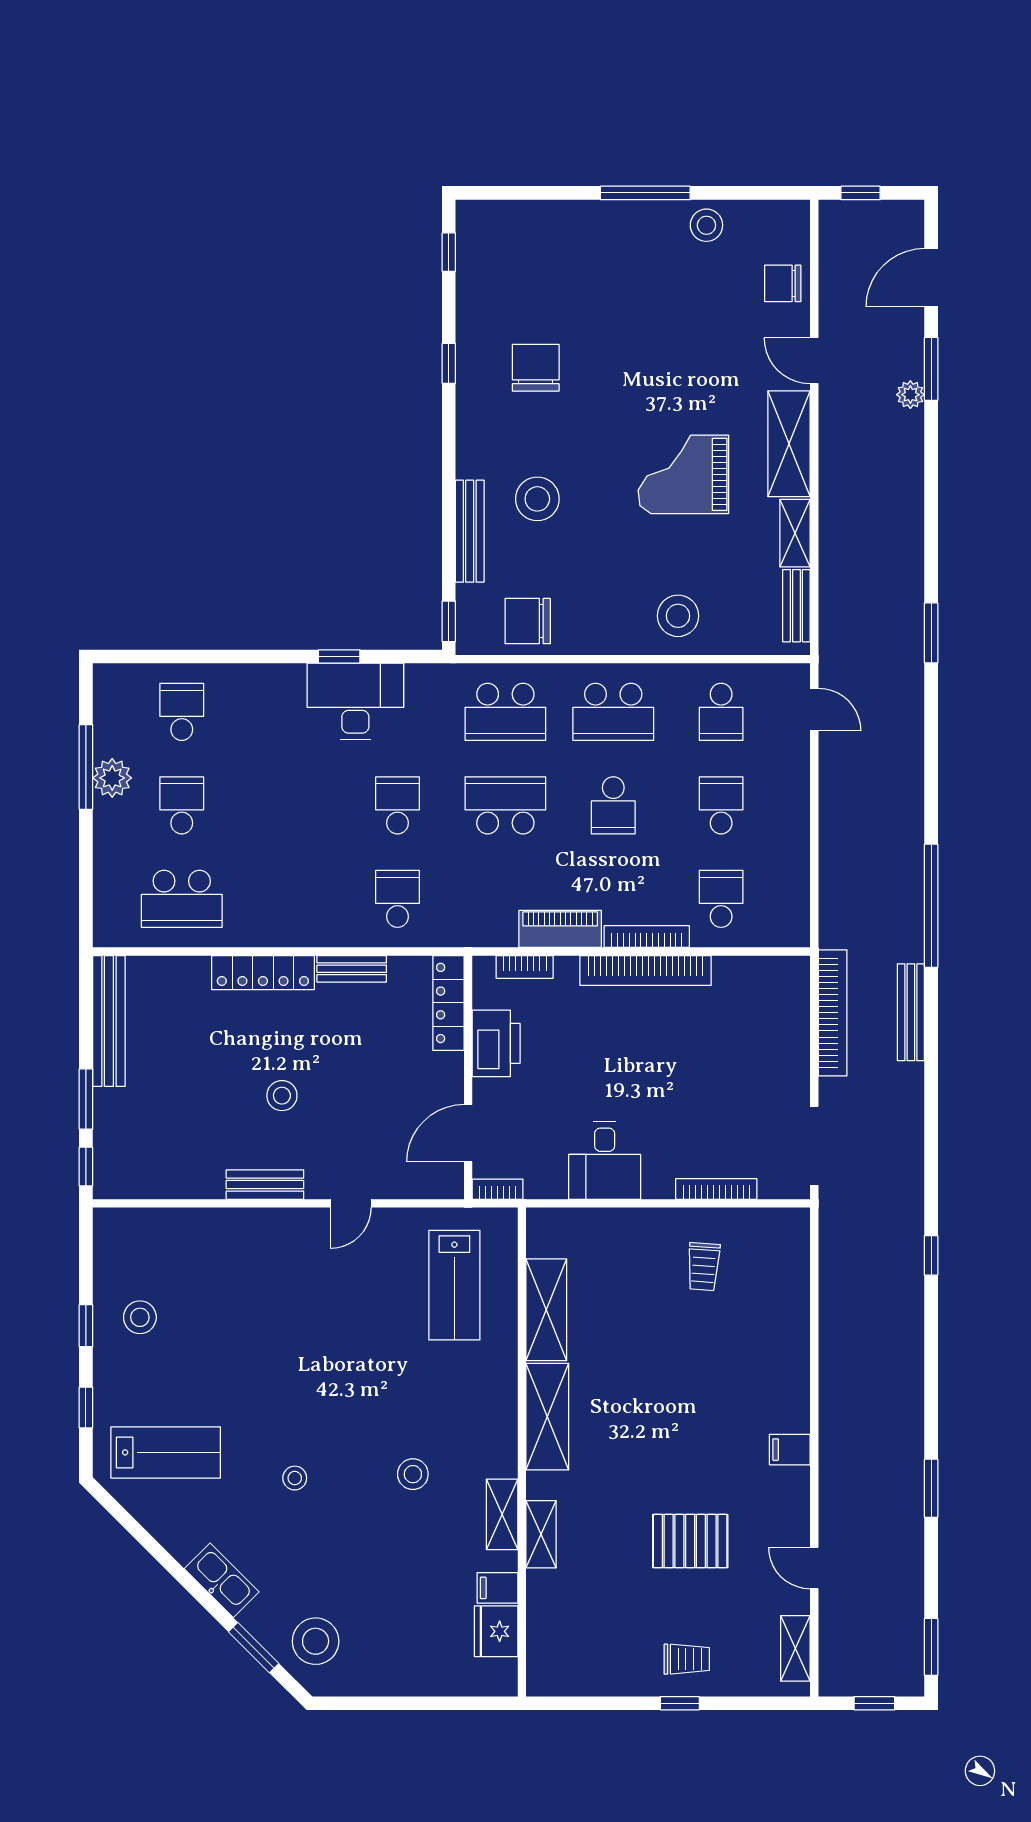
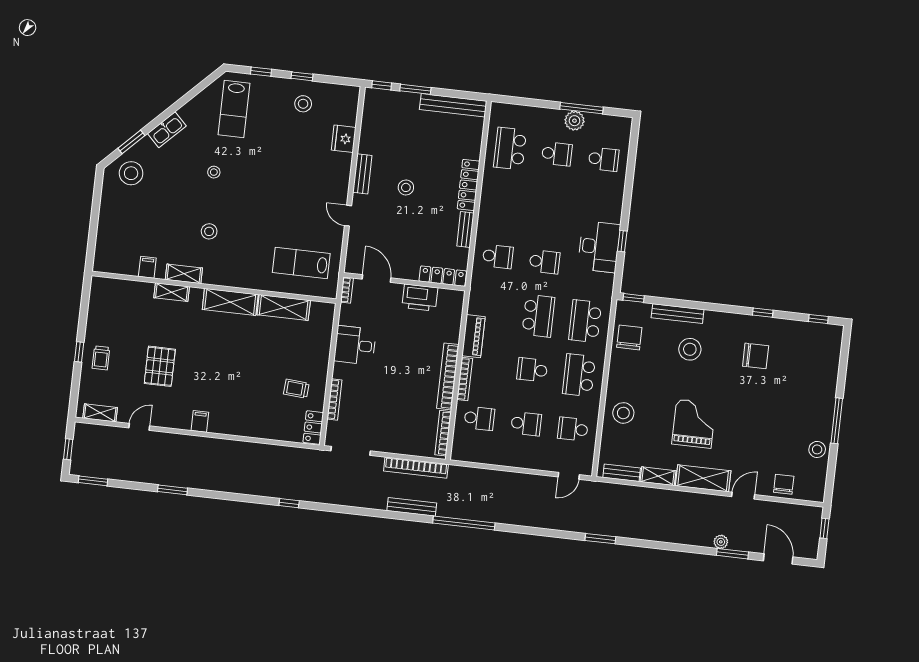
bookcase: (525, 967) -> (443, 433), moved, width x1.56
locker: (776, 1225) -> (313, 428), added
fridge: (496, 1631) -> (344, 139), moved, turned -90

